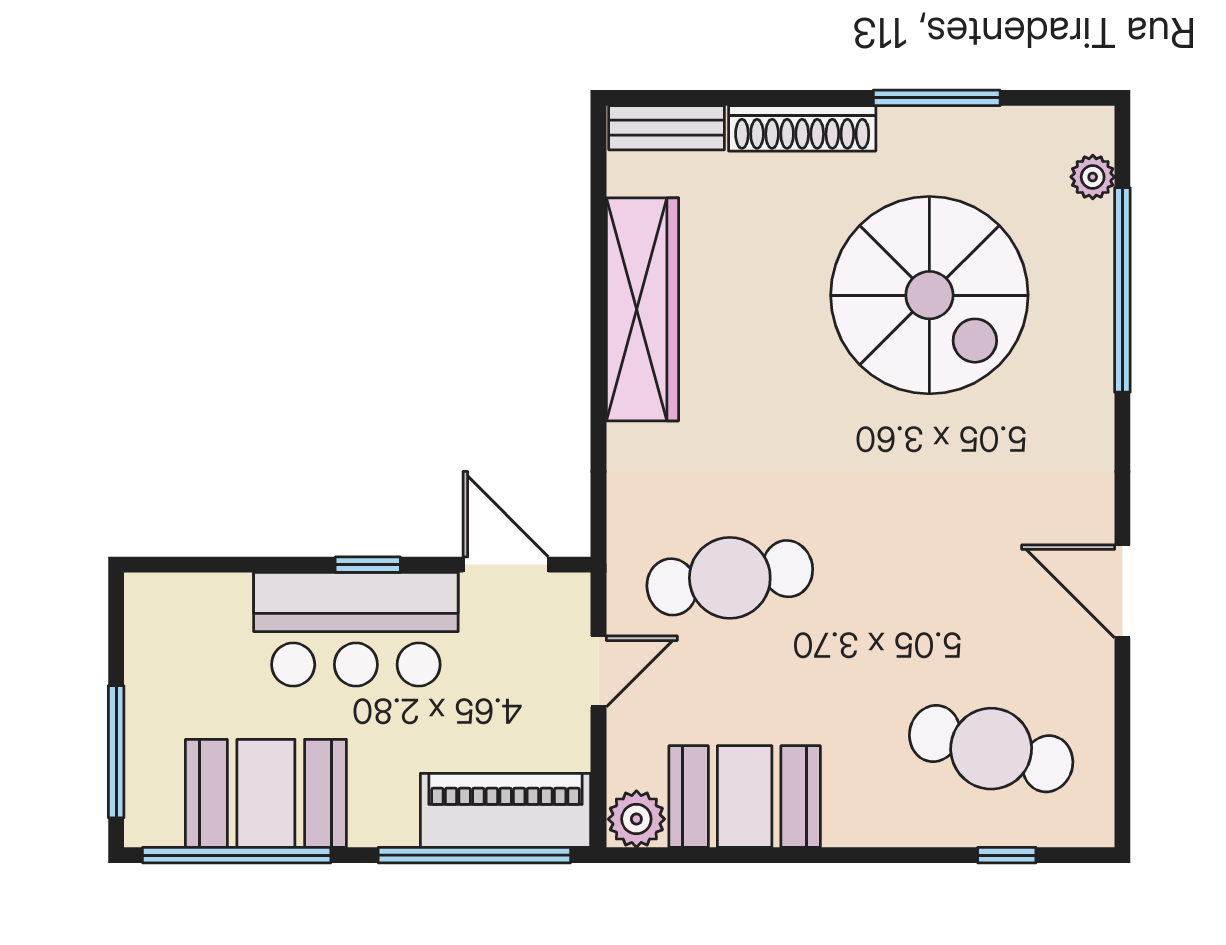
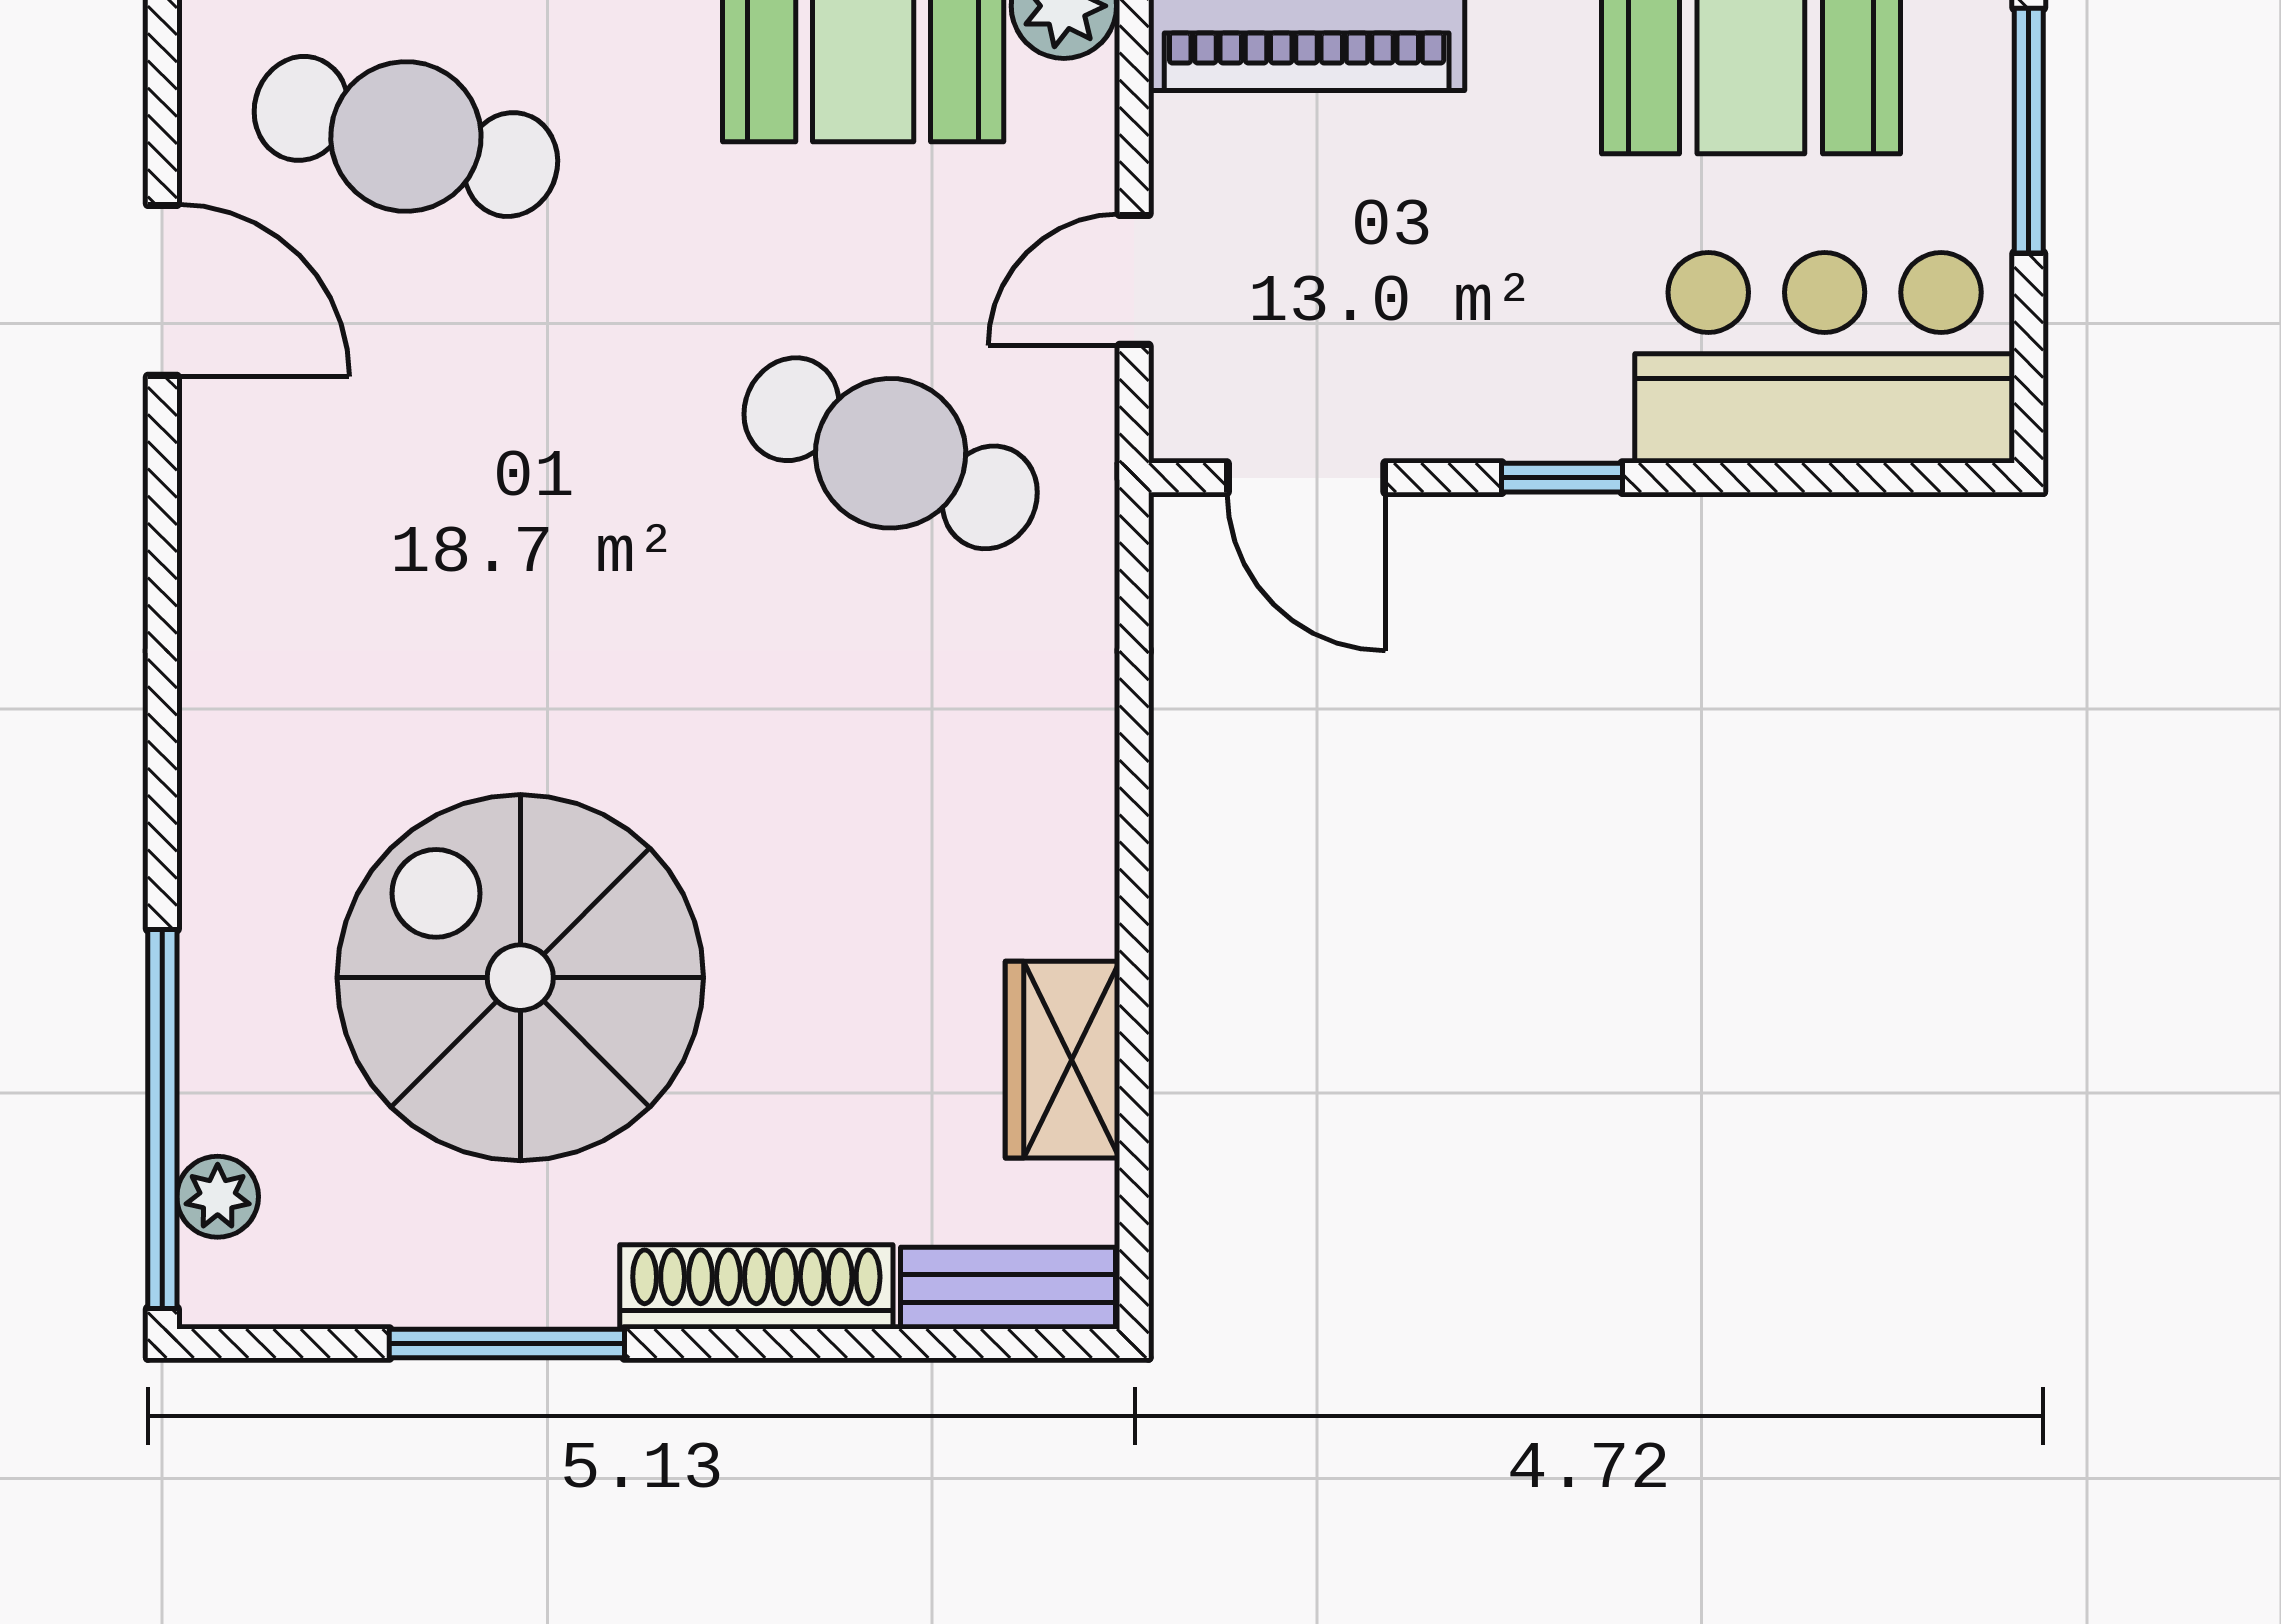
window: (1122, 290) -> (162, 1119), moved
wardrobe: (642, 309) -> (1063, 1060), width x0.48, depth x0.85
cafe table: (730, 578) -> (891, 453), turned 33
door: (1122, 591) -> (162, 290), moved
bar counter: (356, 629) -> (1825, 358), moved

